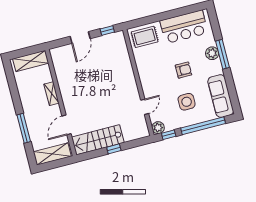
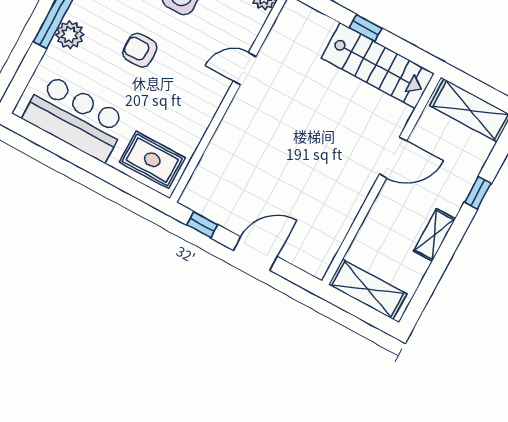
shelving: (52, 94) -> (434, 235), moved
door: (145, 107) -> (245, 69), moved
door: (67, 125) -> (393, 158), moved
window: (24, 128) -> (478, 193), width x0.46

